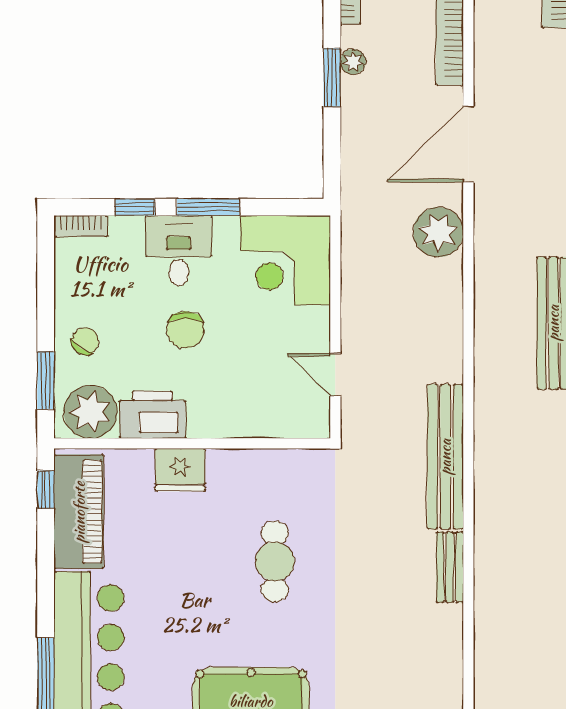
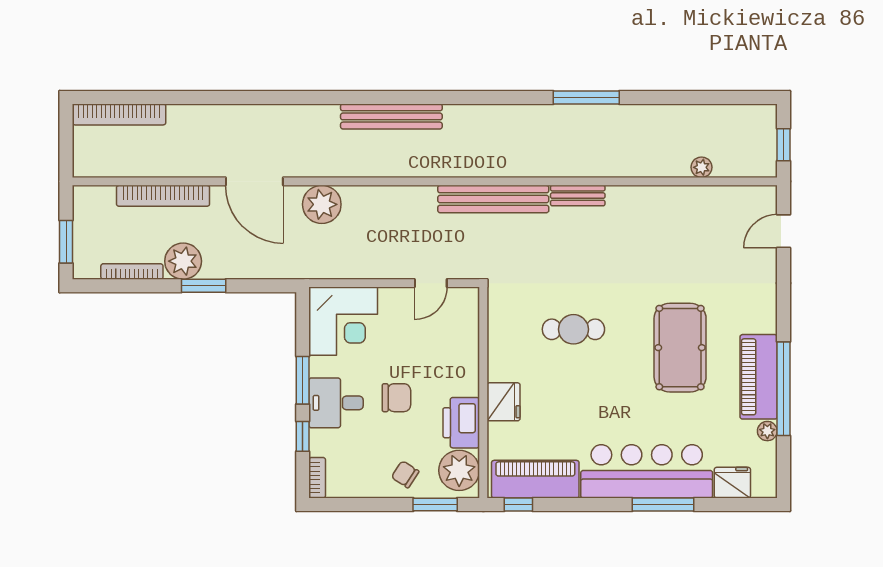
plant: (353, 62) -> (183, 261), width x1.88, depth x1.88

